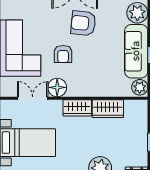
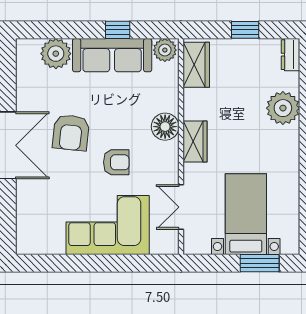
floor lamp: (57, 87) -> (165, 127), moved
wardrobe: (108, 109) -> (196, 65), moved

